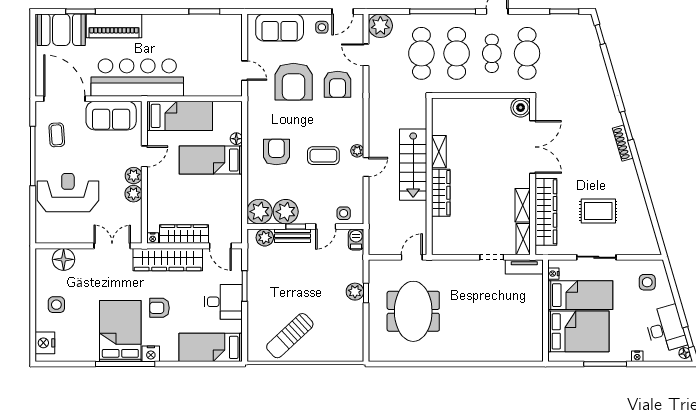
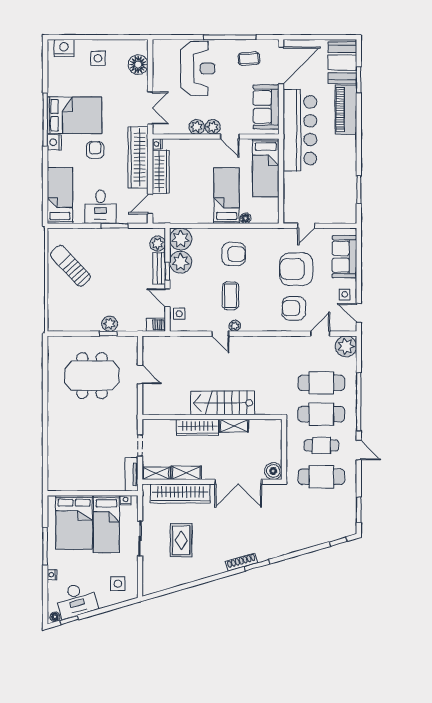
shelving: (439, 152) -> (234, 426), moved
stairs: (413, 165) -> (222, 403), moved
wall: (429, 176) -> (212, 417), moved
wardrobe: (441, 193) -> (197, 427), moved

